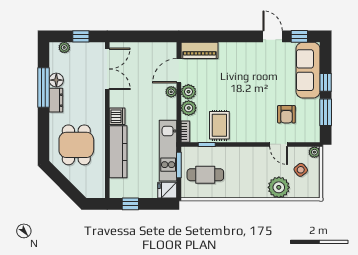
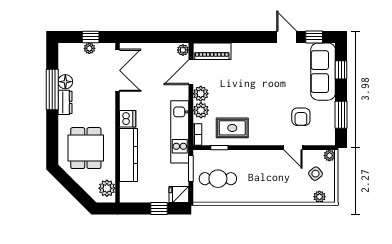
plant: (64, 47) -> (89, 48), moved
window: (326, 82) -> (341, 70), moved
plant: (171, 92) -> (183, 50), moved
rug: (219, 125) -> (232, 128), turned 90
kitchen unit: (168, 151) -> (180, 132), moved
plant: (97, 184) -> (107, 188), added
plant: (279, 187) -> (319, 197), moved, width x0.53, depth x0.53
window: (130, 204) -> (159, 208), moved

